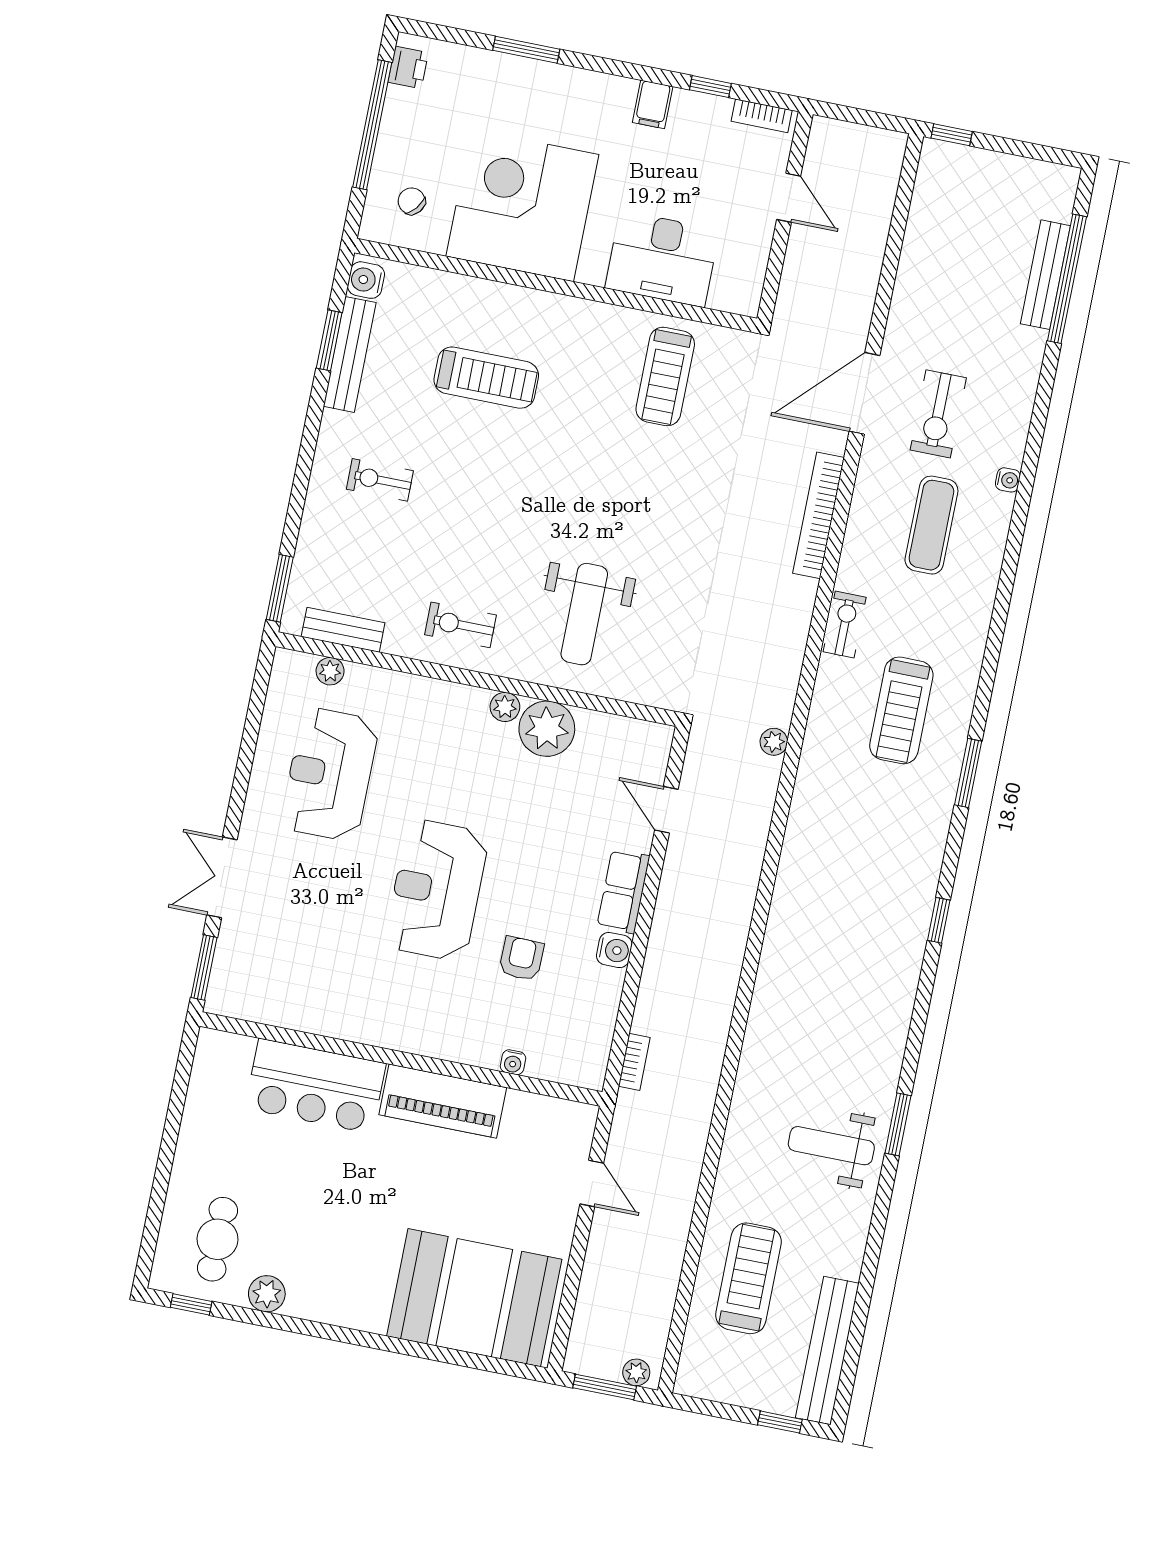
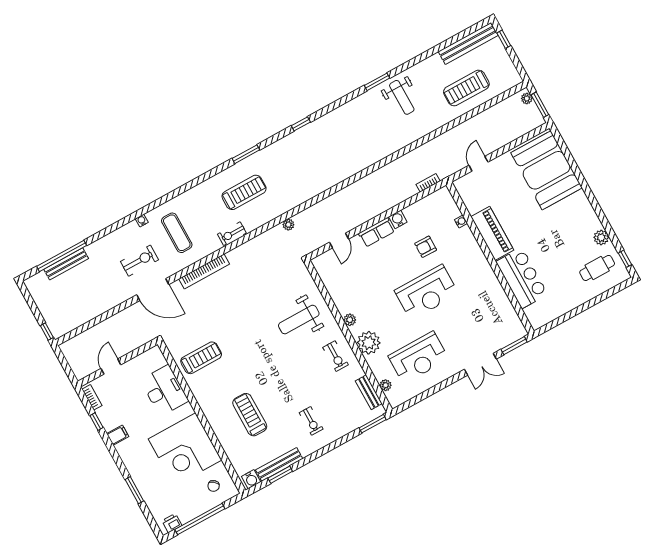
exercise mat: (931, 525) -> (177, 233), turned 90
weight bench: (584, 614) -> (299, 320), turned 180
plant: (547, 729) -> (369, 343), moved

